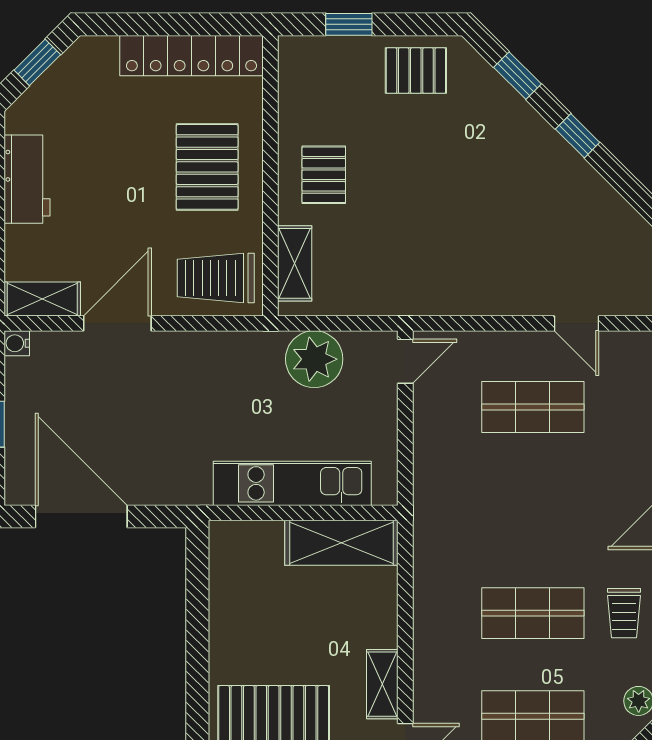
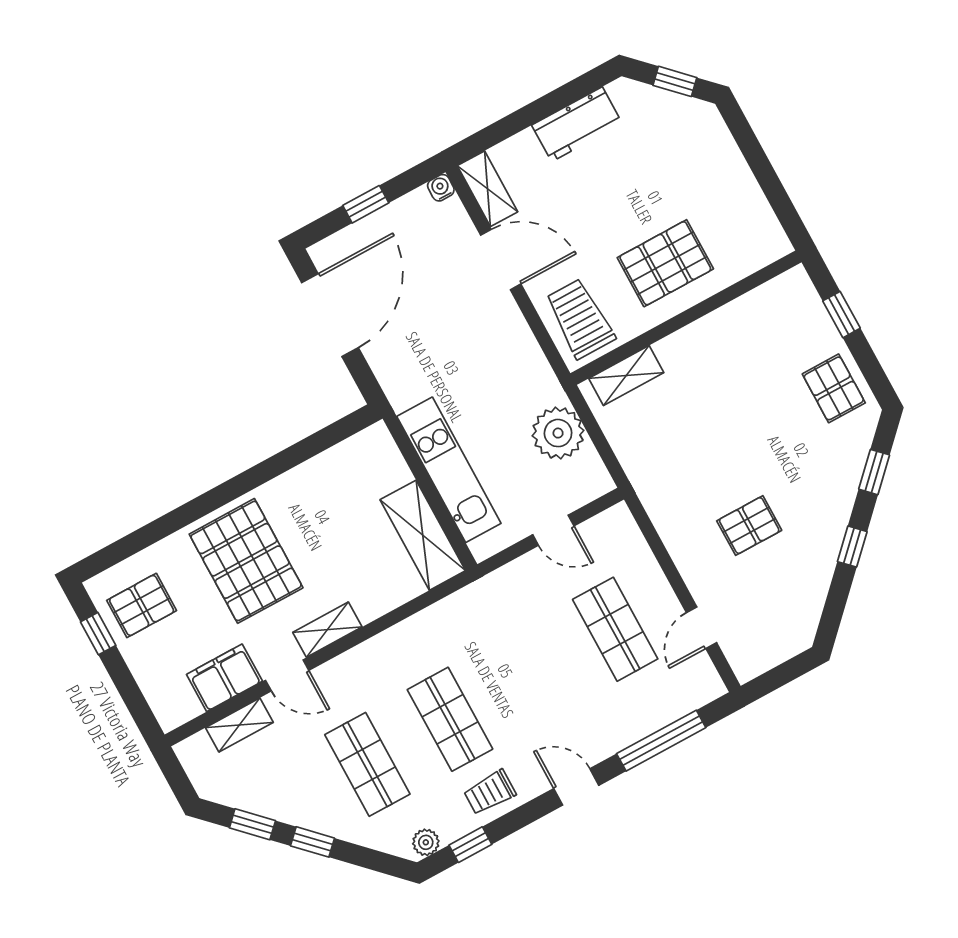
locker: (192, 56) -> (748, 202), removed
pallet: (324, 175) -> (749, 526), moved
door: (405, 361) -> (553, 530), moved

